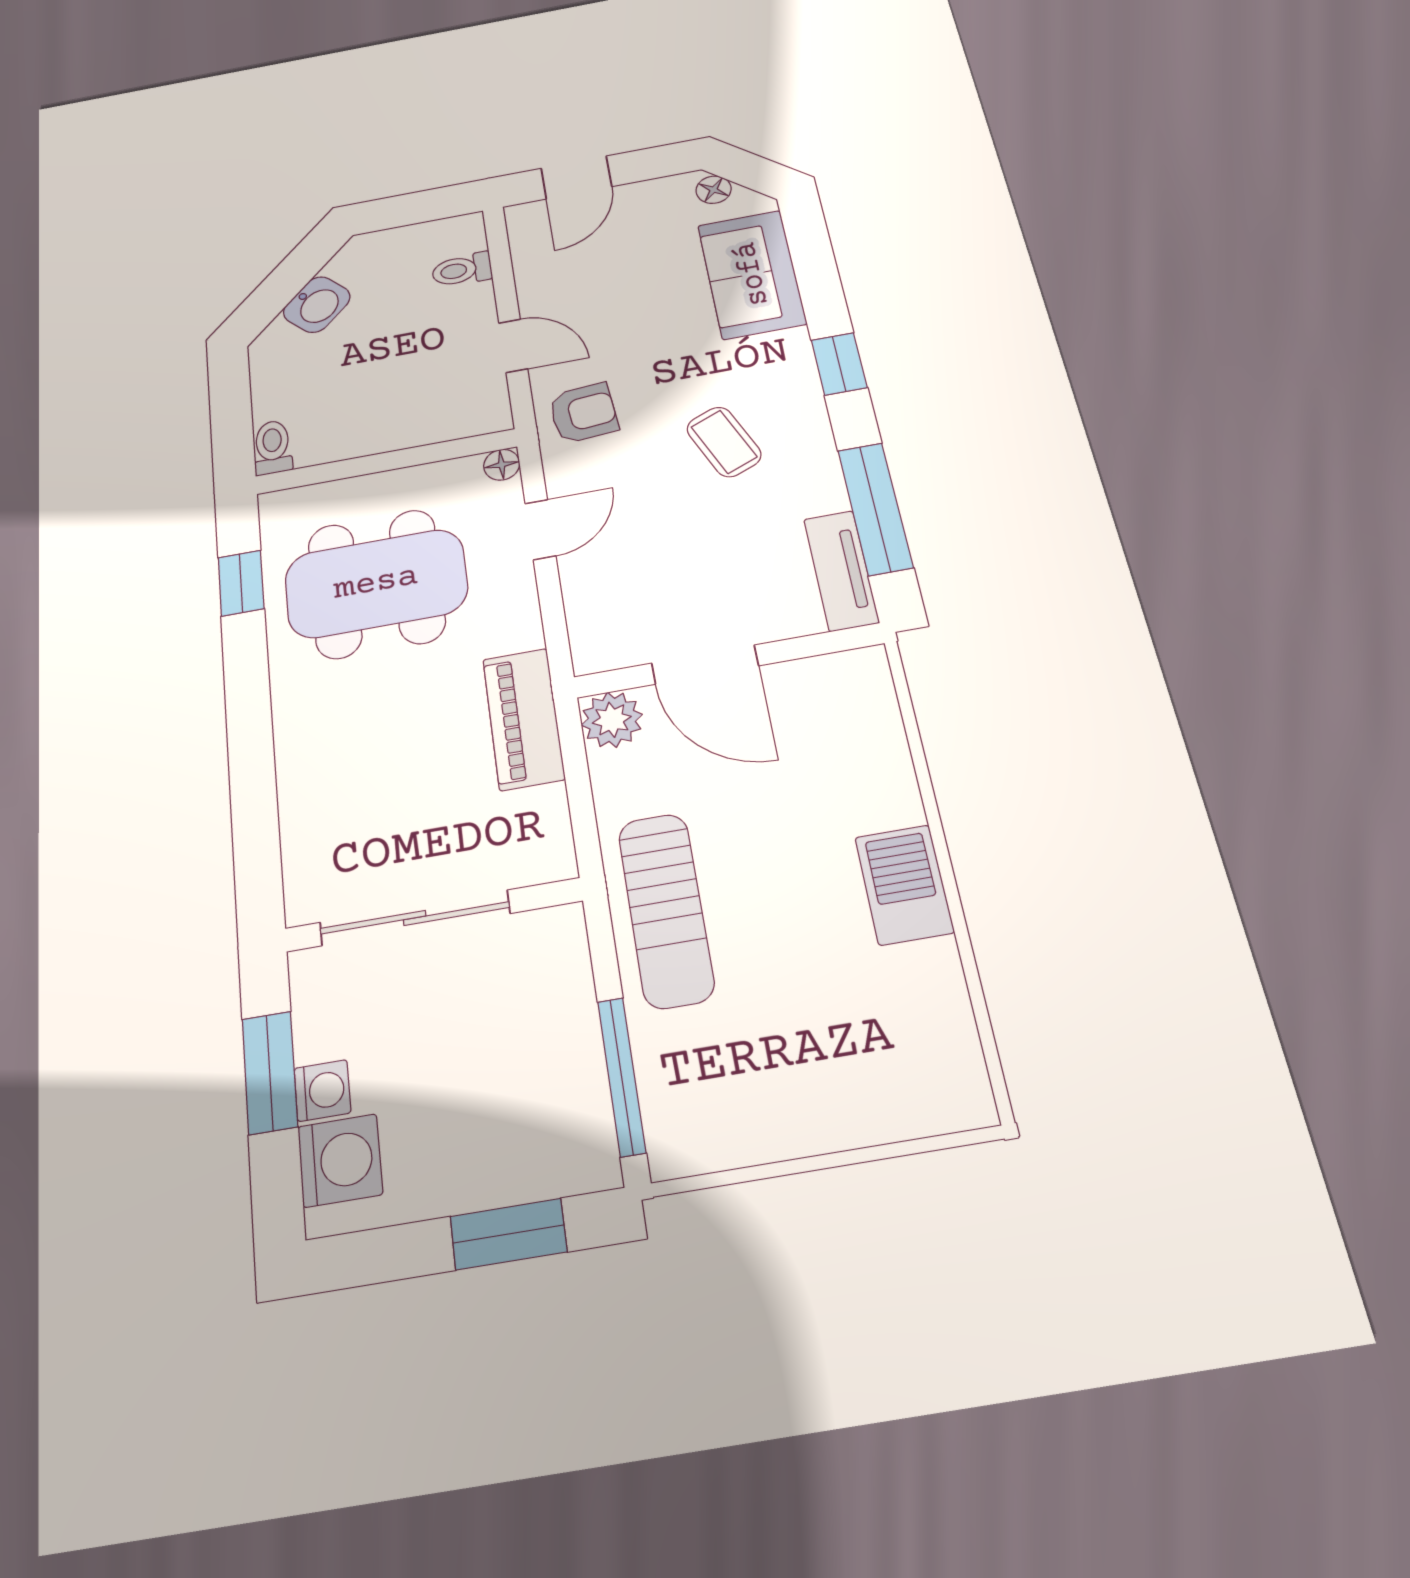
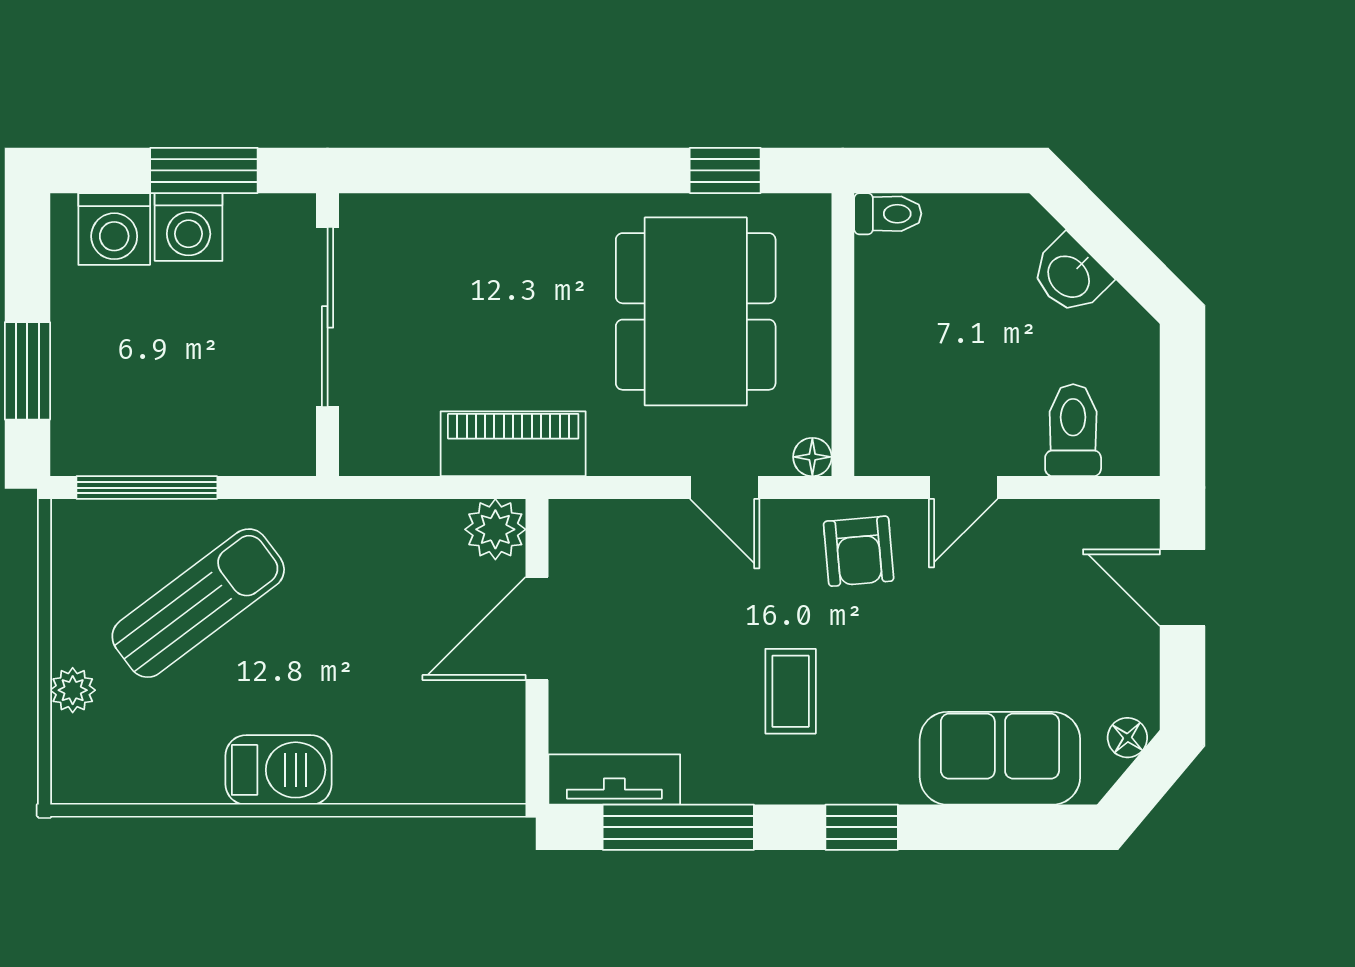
toilet: (462, 270) -> (1073, 430), width x1.37, depth x1.39
coffee table: (724, 442) -> (791, 691), turned -67
sun lounger: (666, 910) -> (198, 603), moved, turned 143
washing machine: (322, 1091) -> (189, 227), width x1.38, depth x1.38
plant: (864, 1121) -> (73, 690), added

